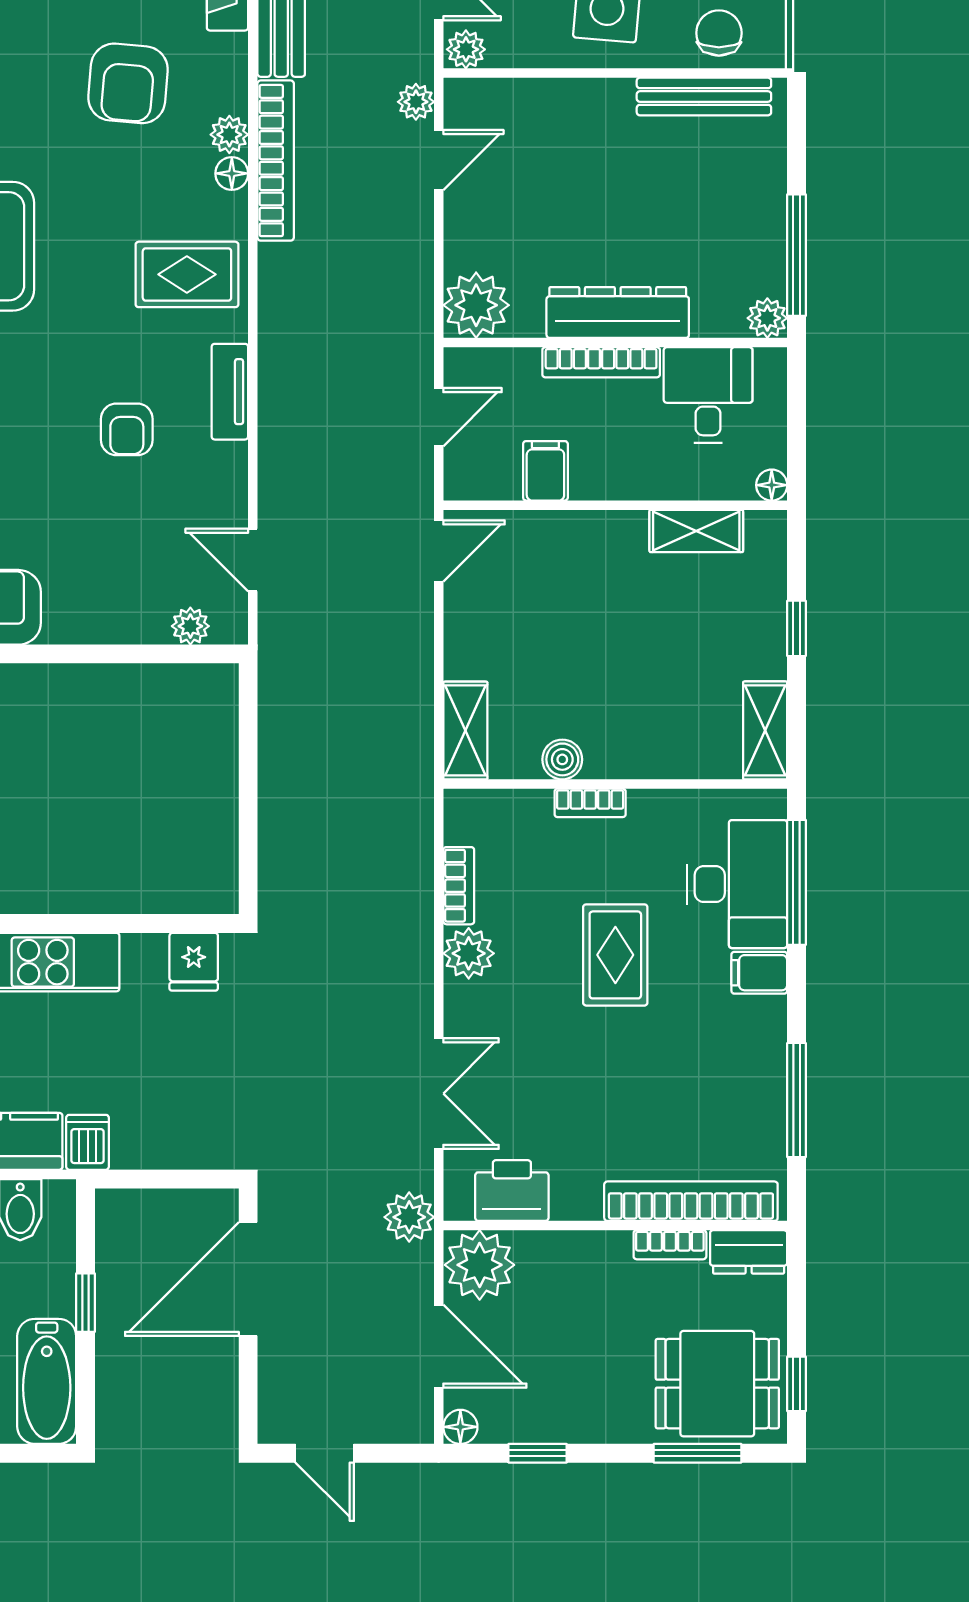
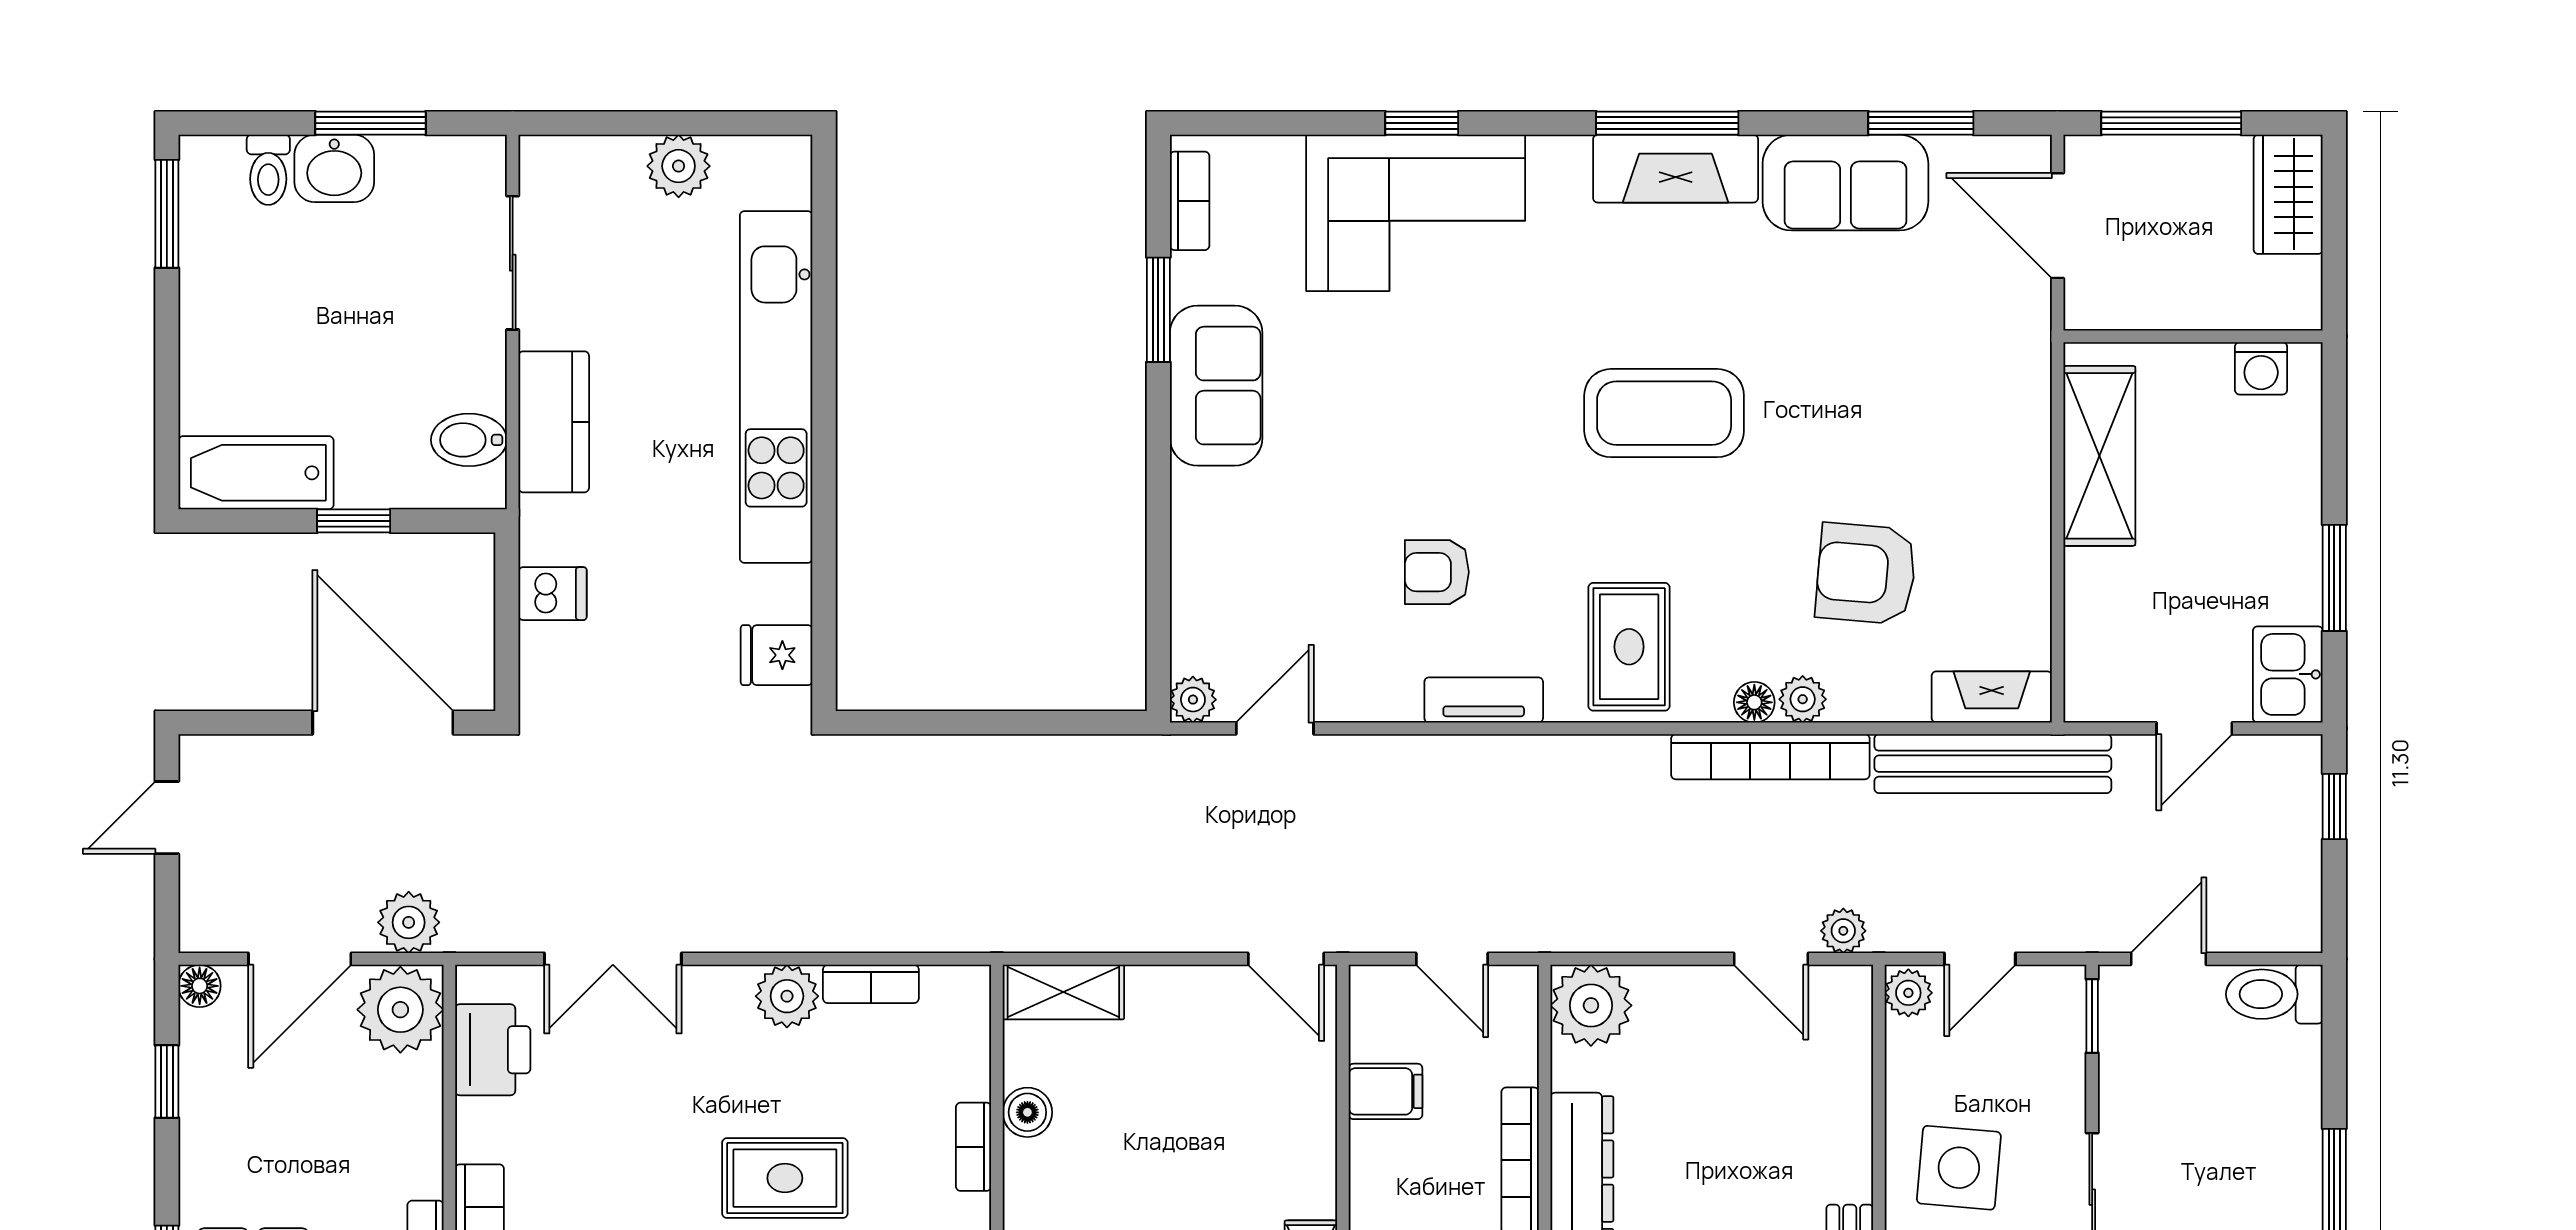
plant: (190, 626) -> (1193, 700), moved
dishwasher: (88, 1142) -> (553, 594), moved
plant: (409, 1217) -> (409, 922), moved

